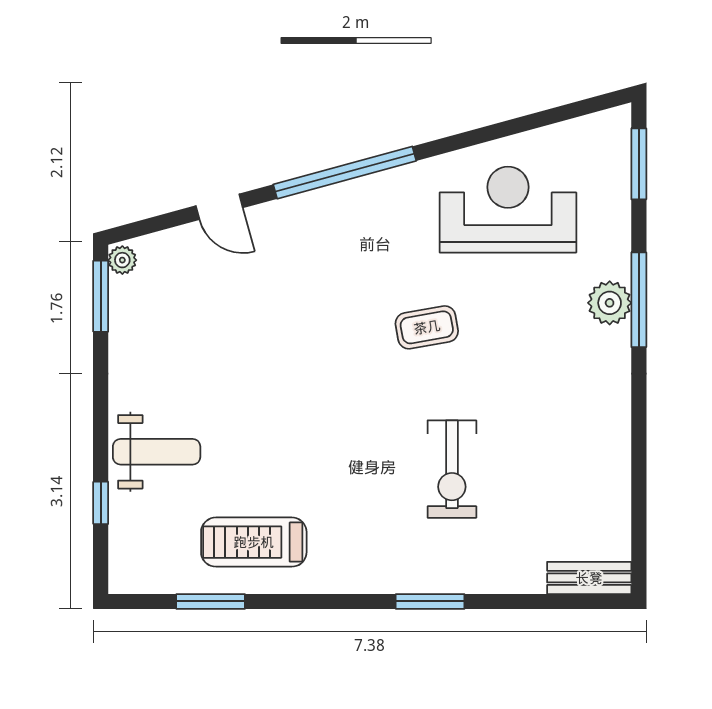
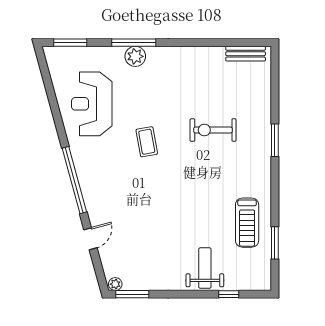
exercise bike: (452, 469) -> (213, 130), turned 180
bench: (589, 578) -> (246, 54), moved, turned 90

